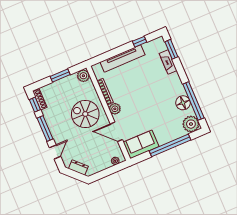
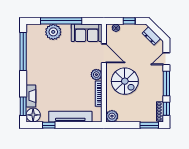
window: (60, 76) -> (149, 125), moved
floor lamp: (183, 103) -> (33, 115), moved
plant: (191, 124) -> (53, 32), moved
window: (106, 173) -> (129, 21), added

